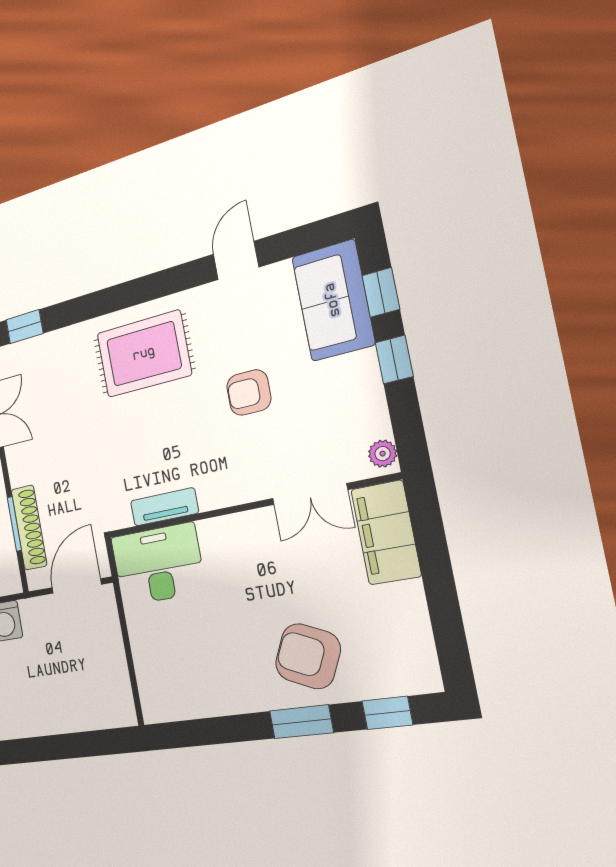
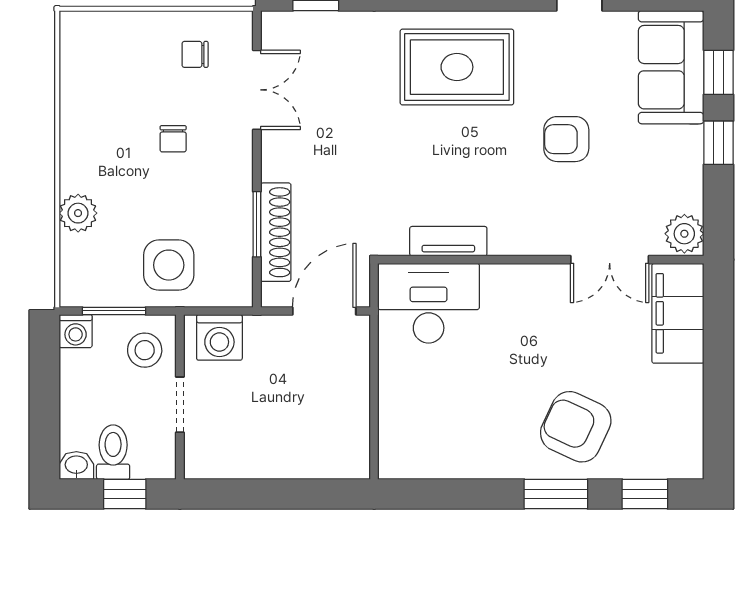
plant: (383, 454) -> (684, 234), width x1.38, depth x1.38

